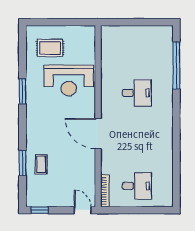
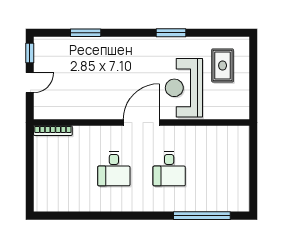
door: (98, 134) -> (141, 123), moved
coffee table: (41, 164) -> (84, 55), removed
desk: (137, 186) -> (114, 169), moved
door: (83, 210) -> (30, 83), moved

